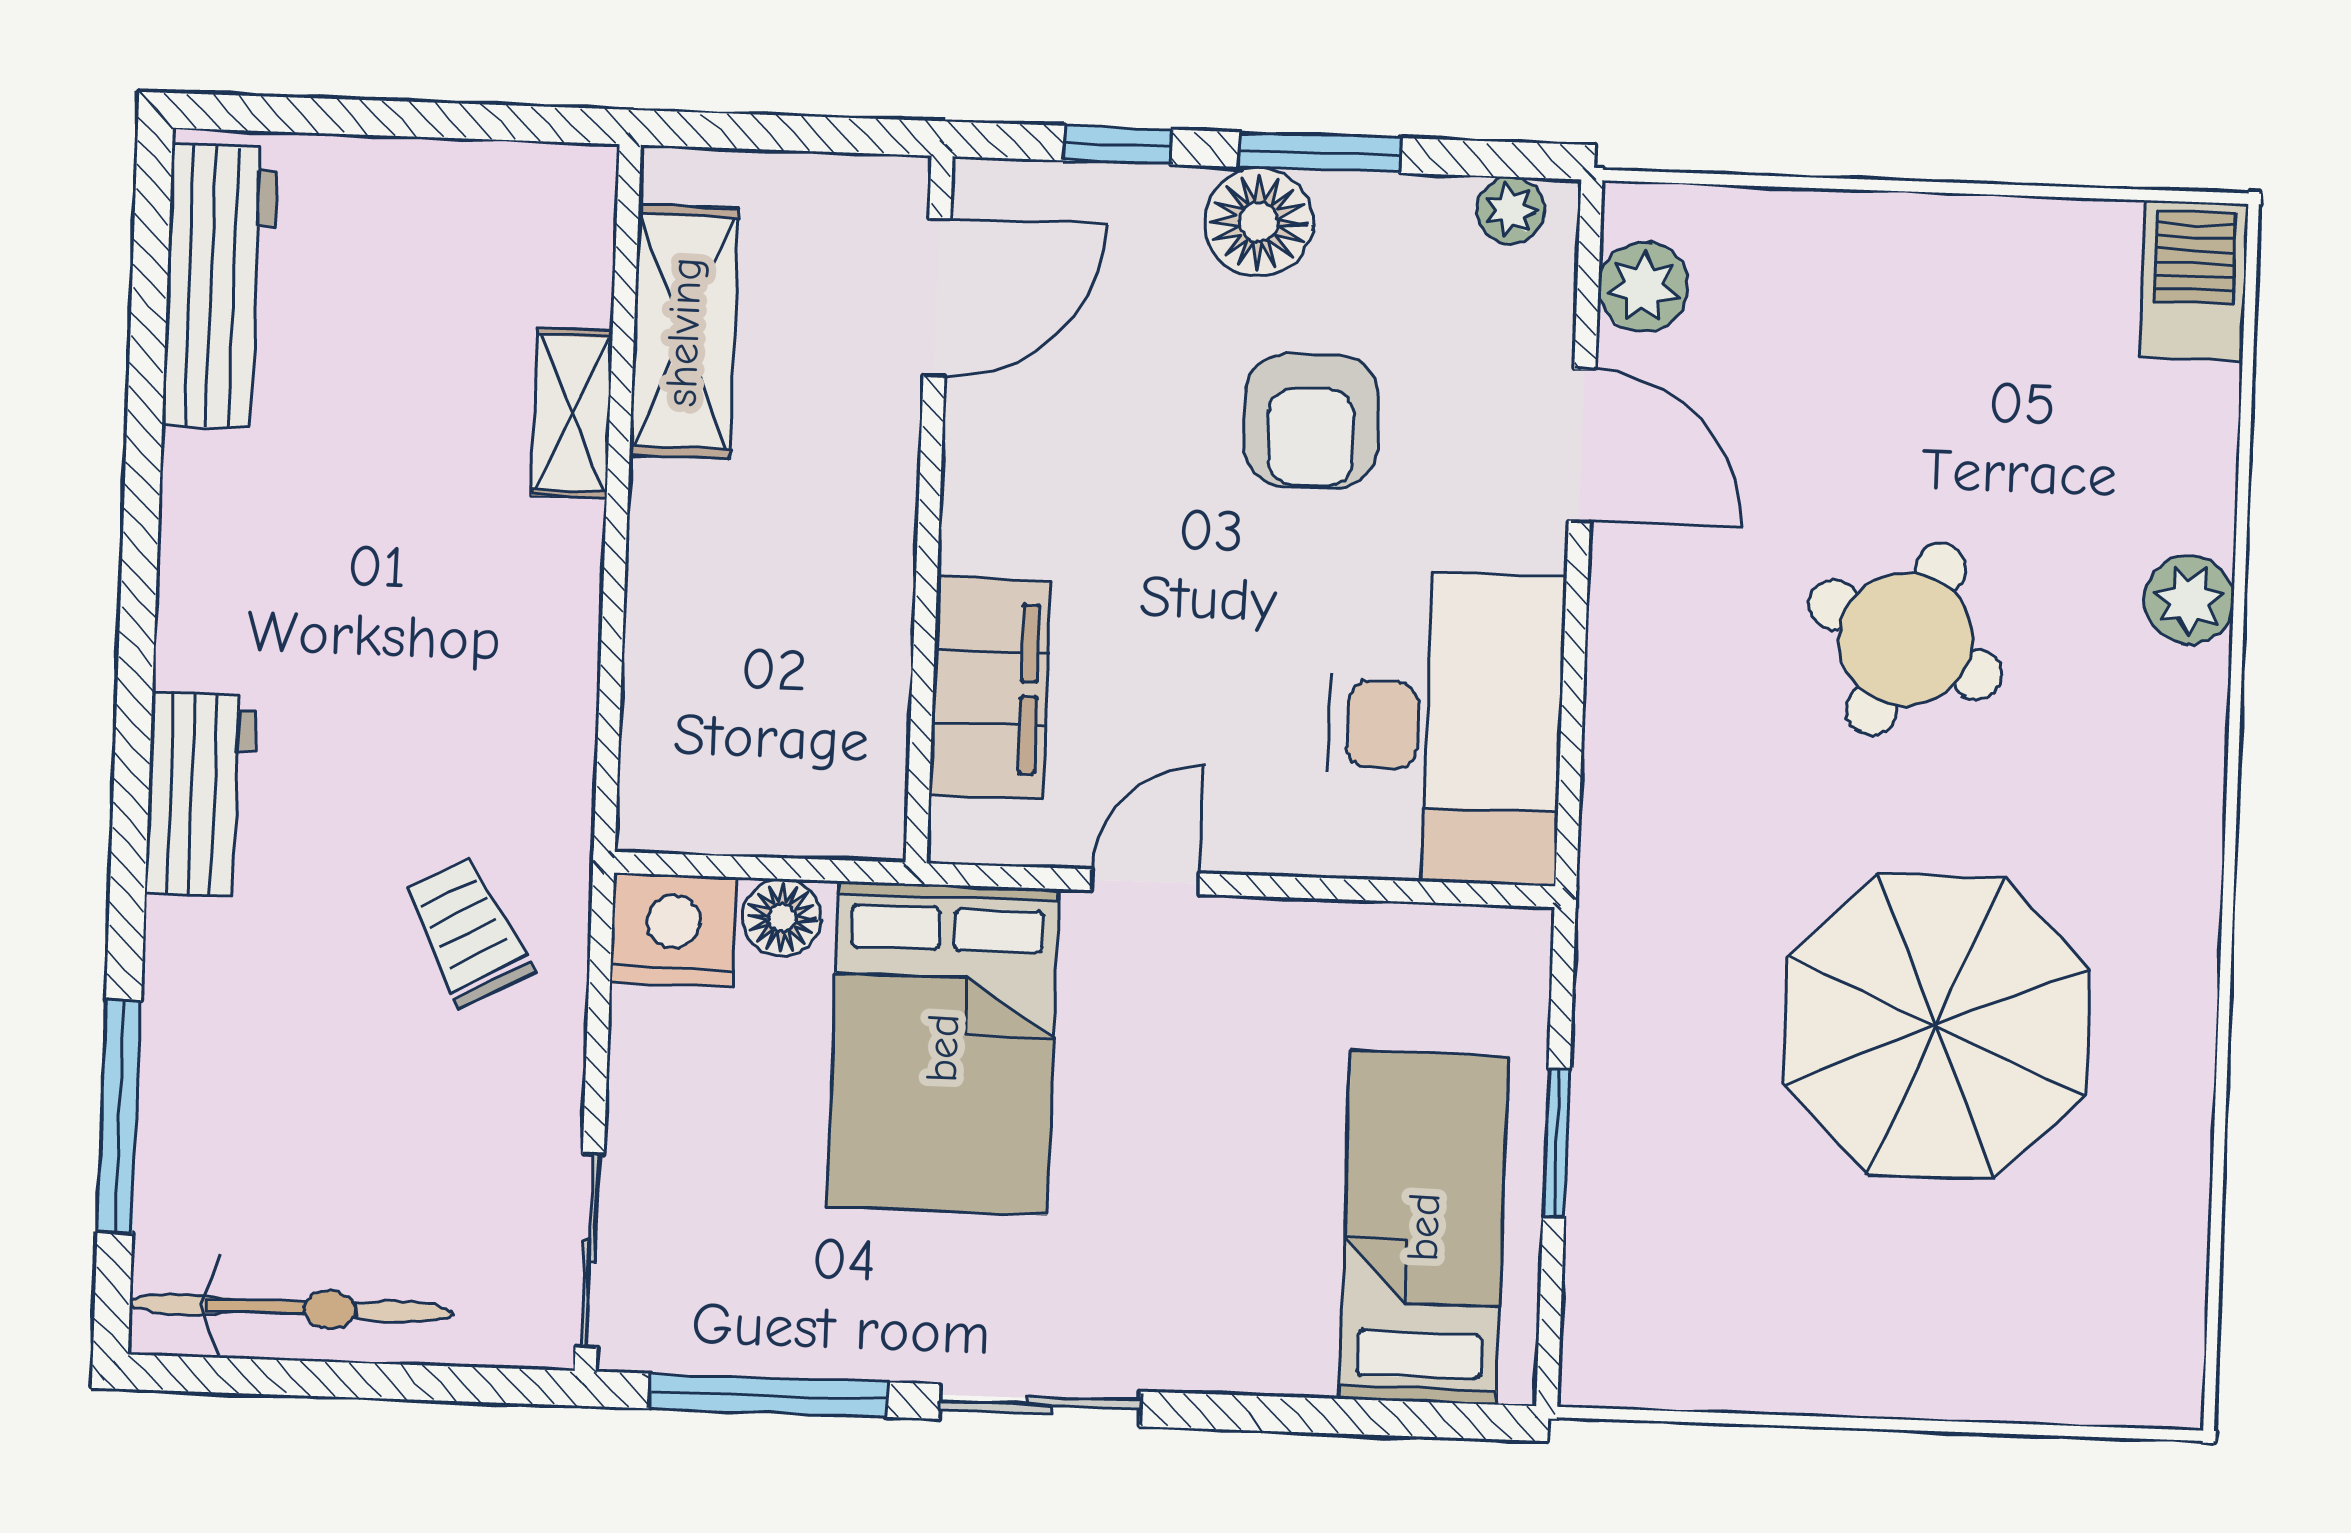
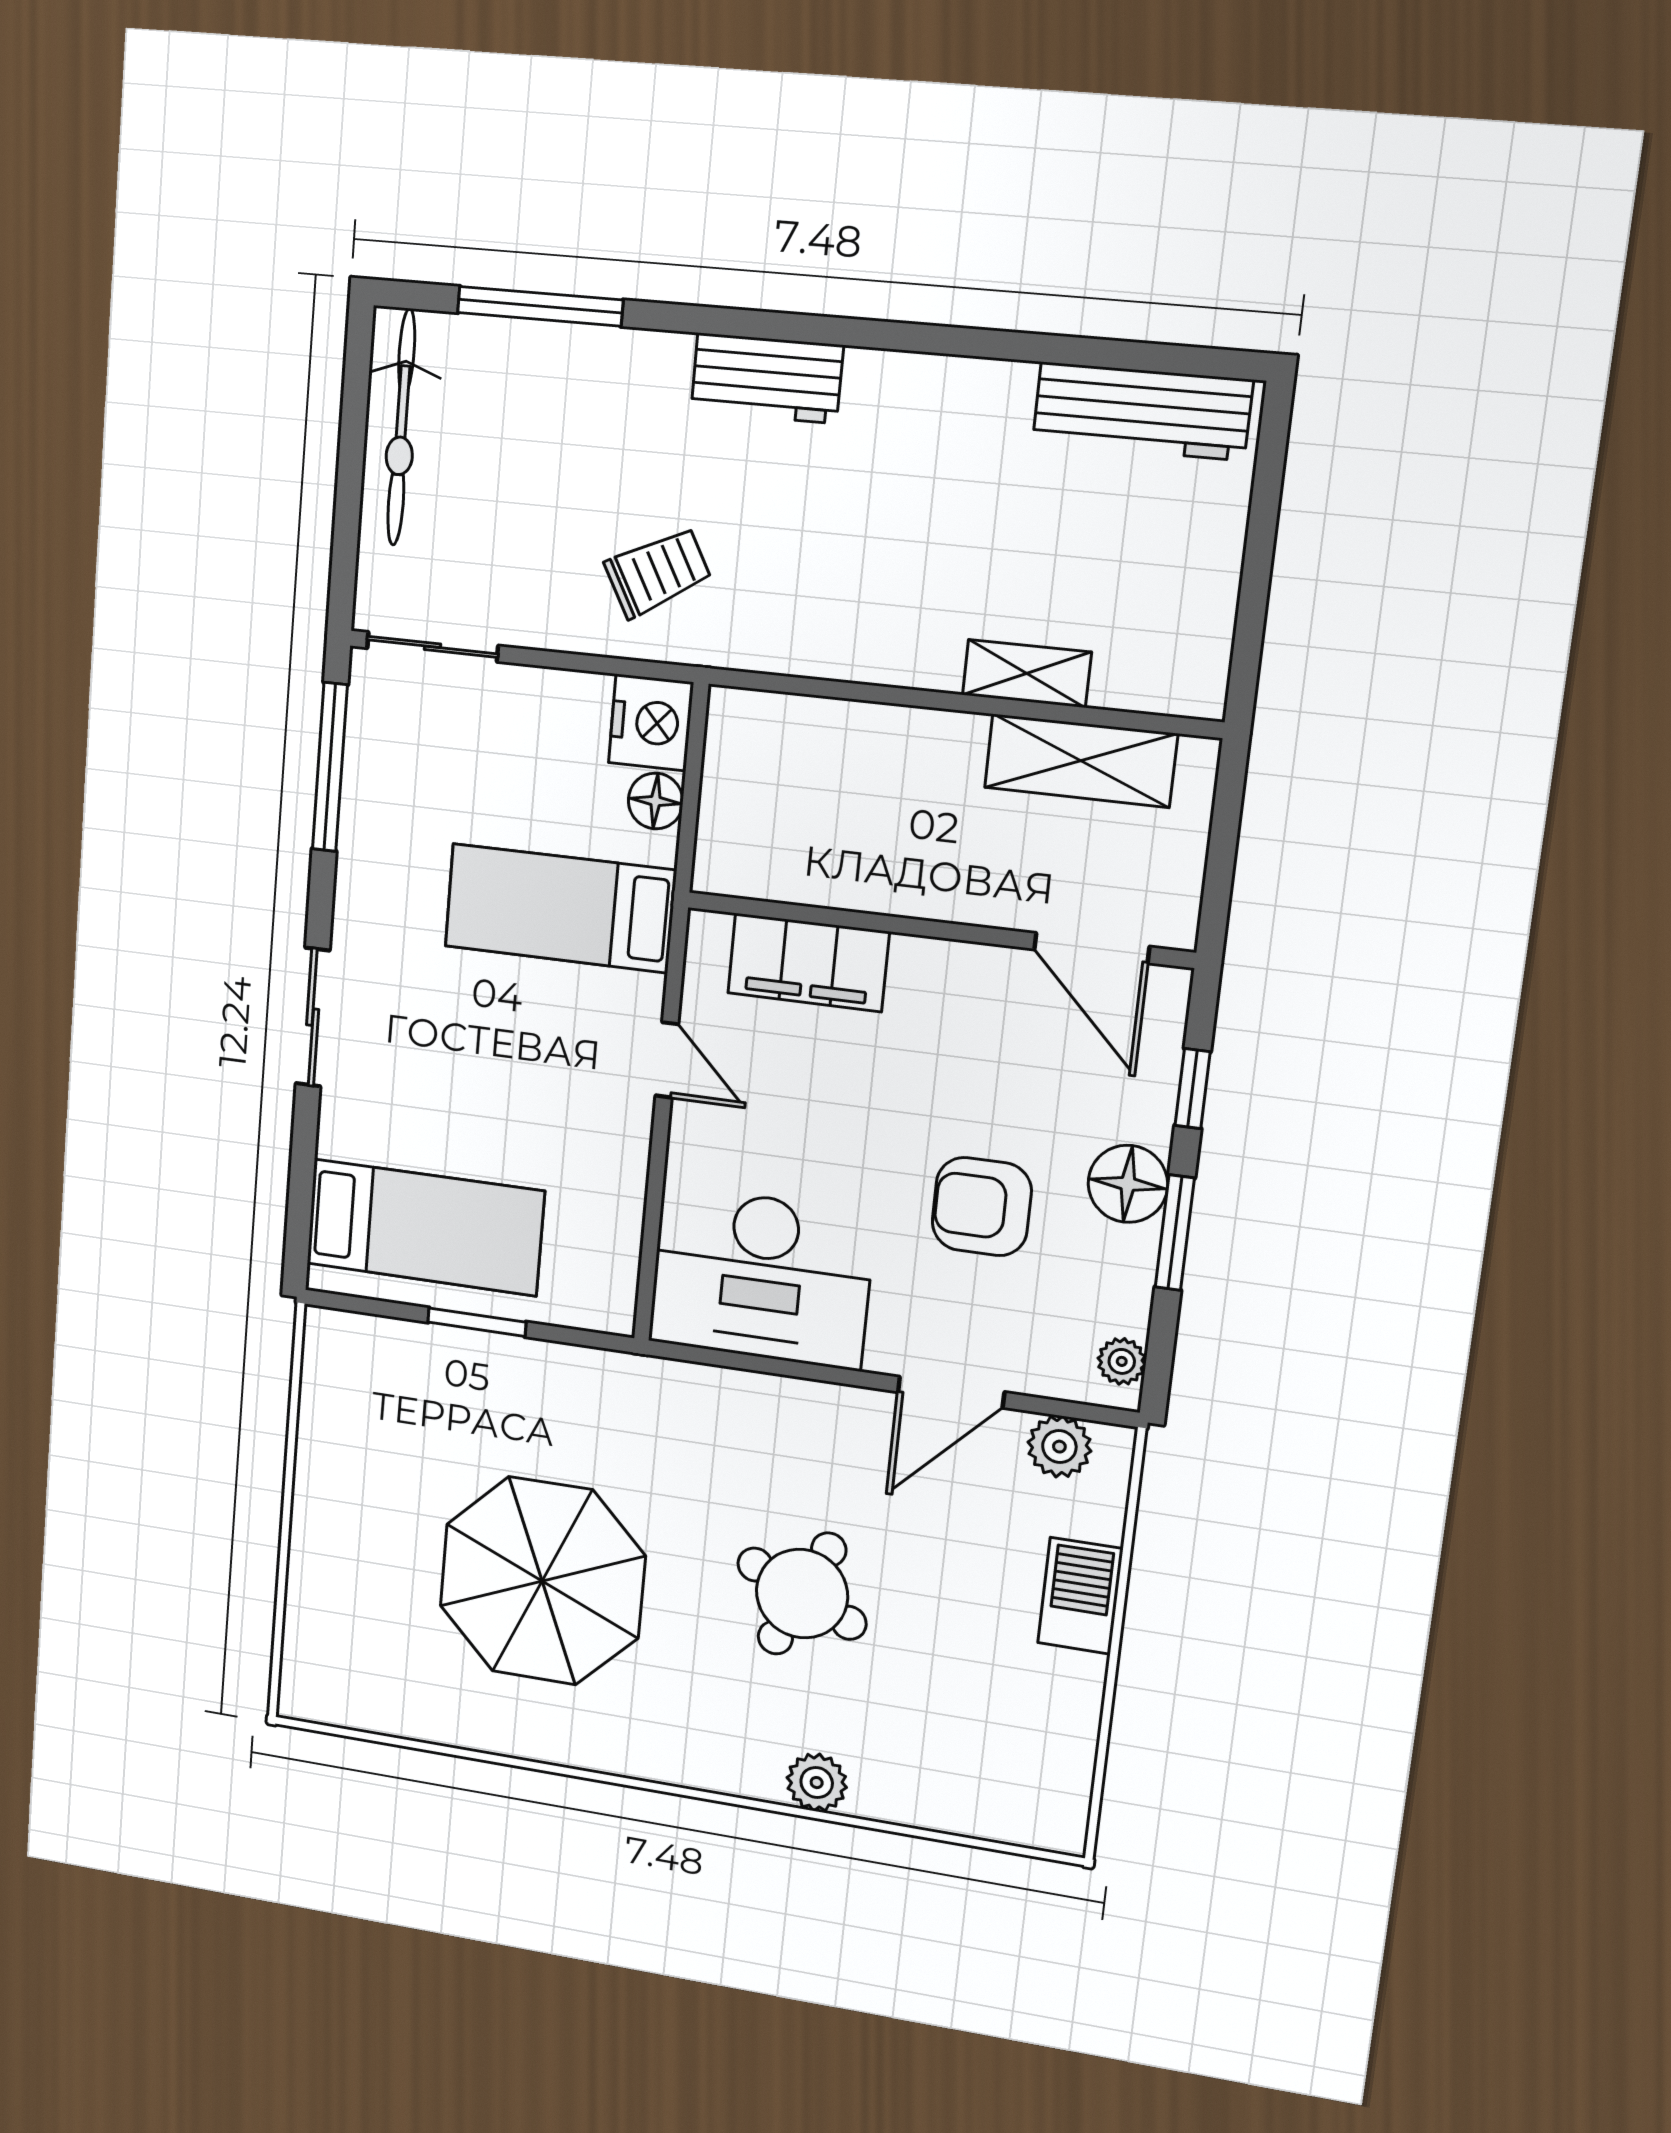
barbecue: (2194, 281) -> (1080, 1596), moved, turned -90
bed: (943, 1048) -> (560, 908), width x0.67
sliding door: (1040, 1405) -> (313, 1017), moved

